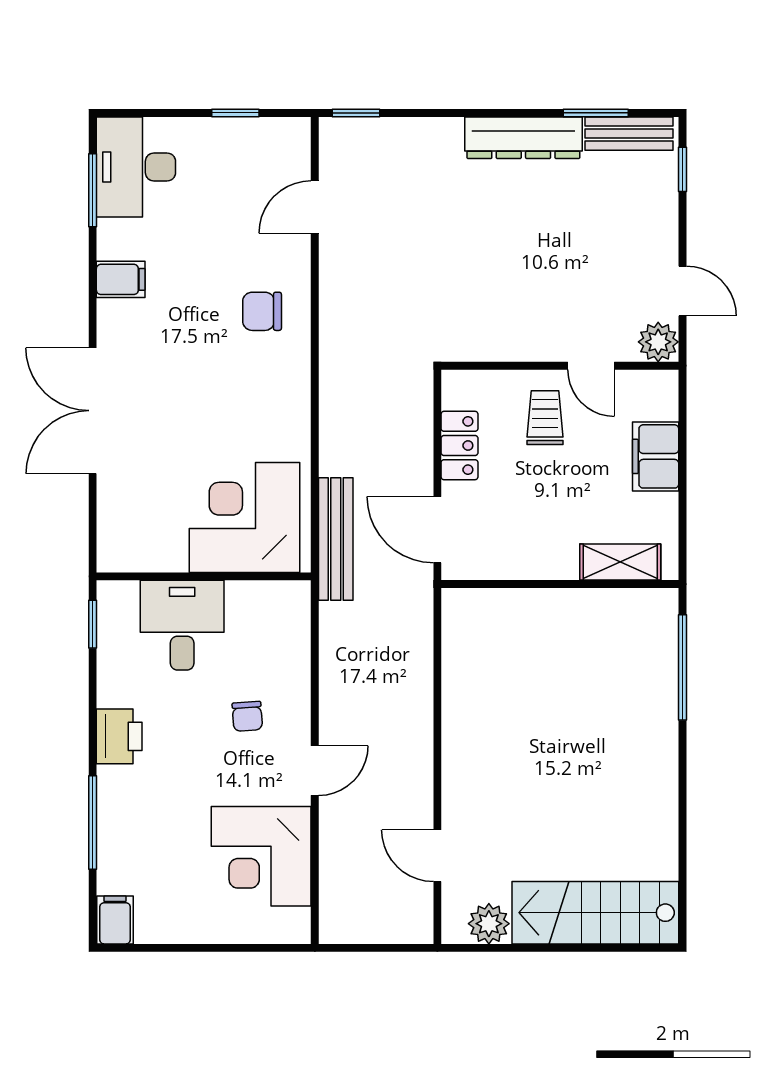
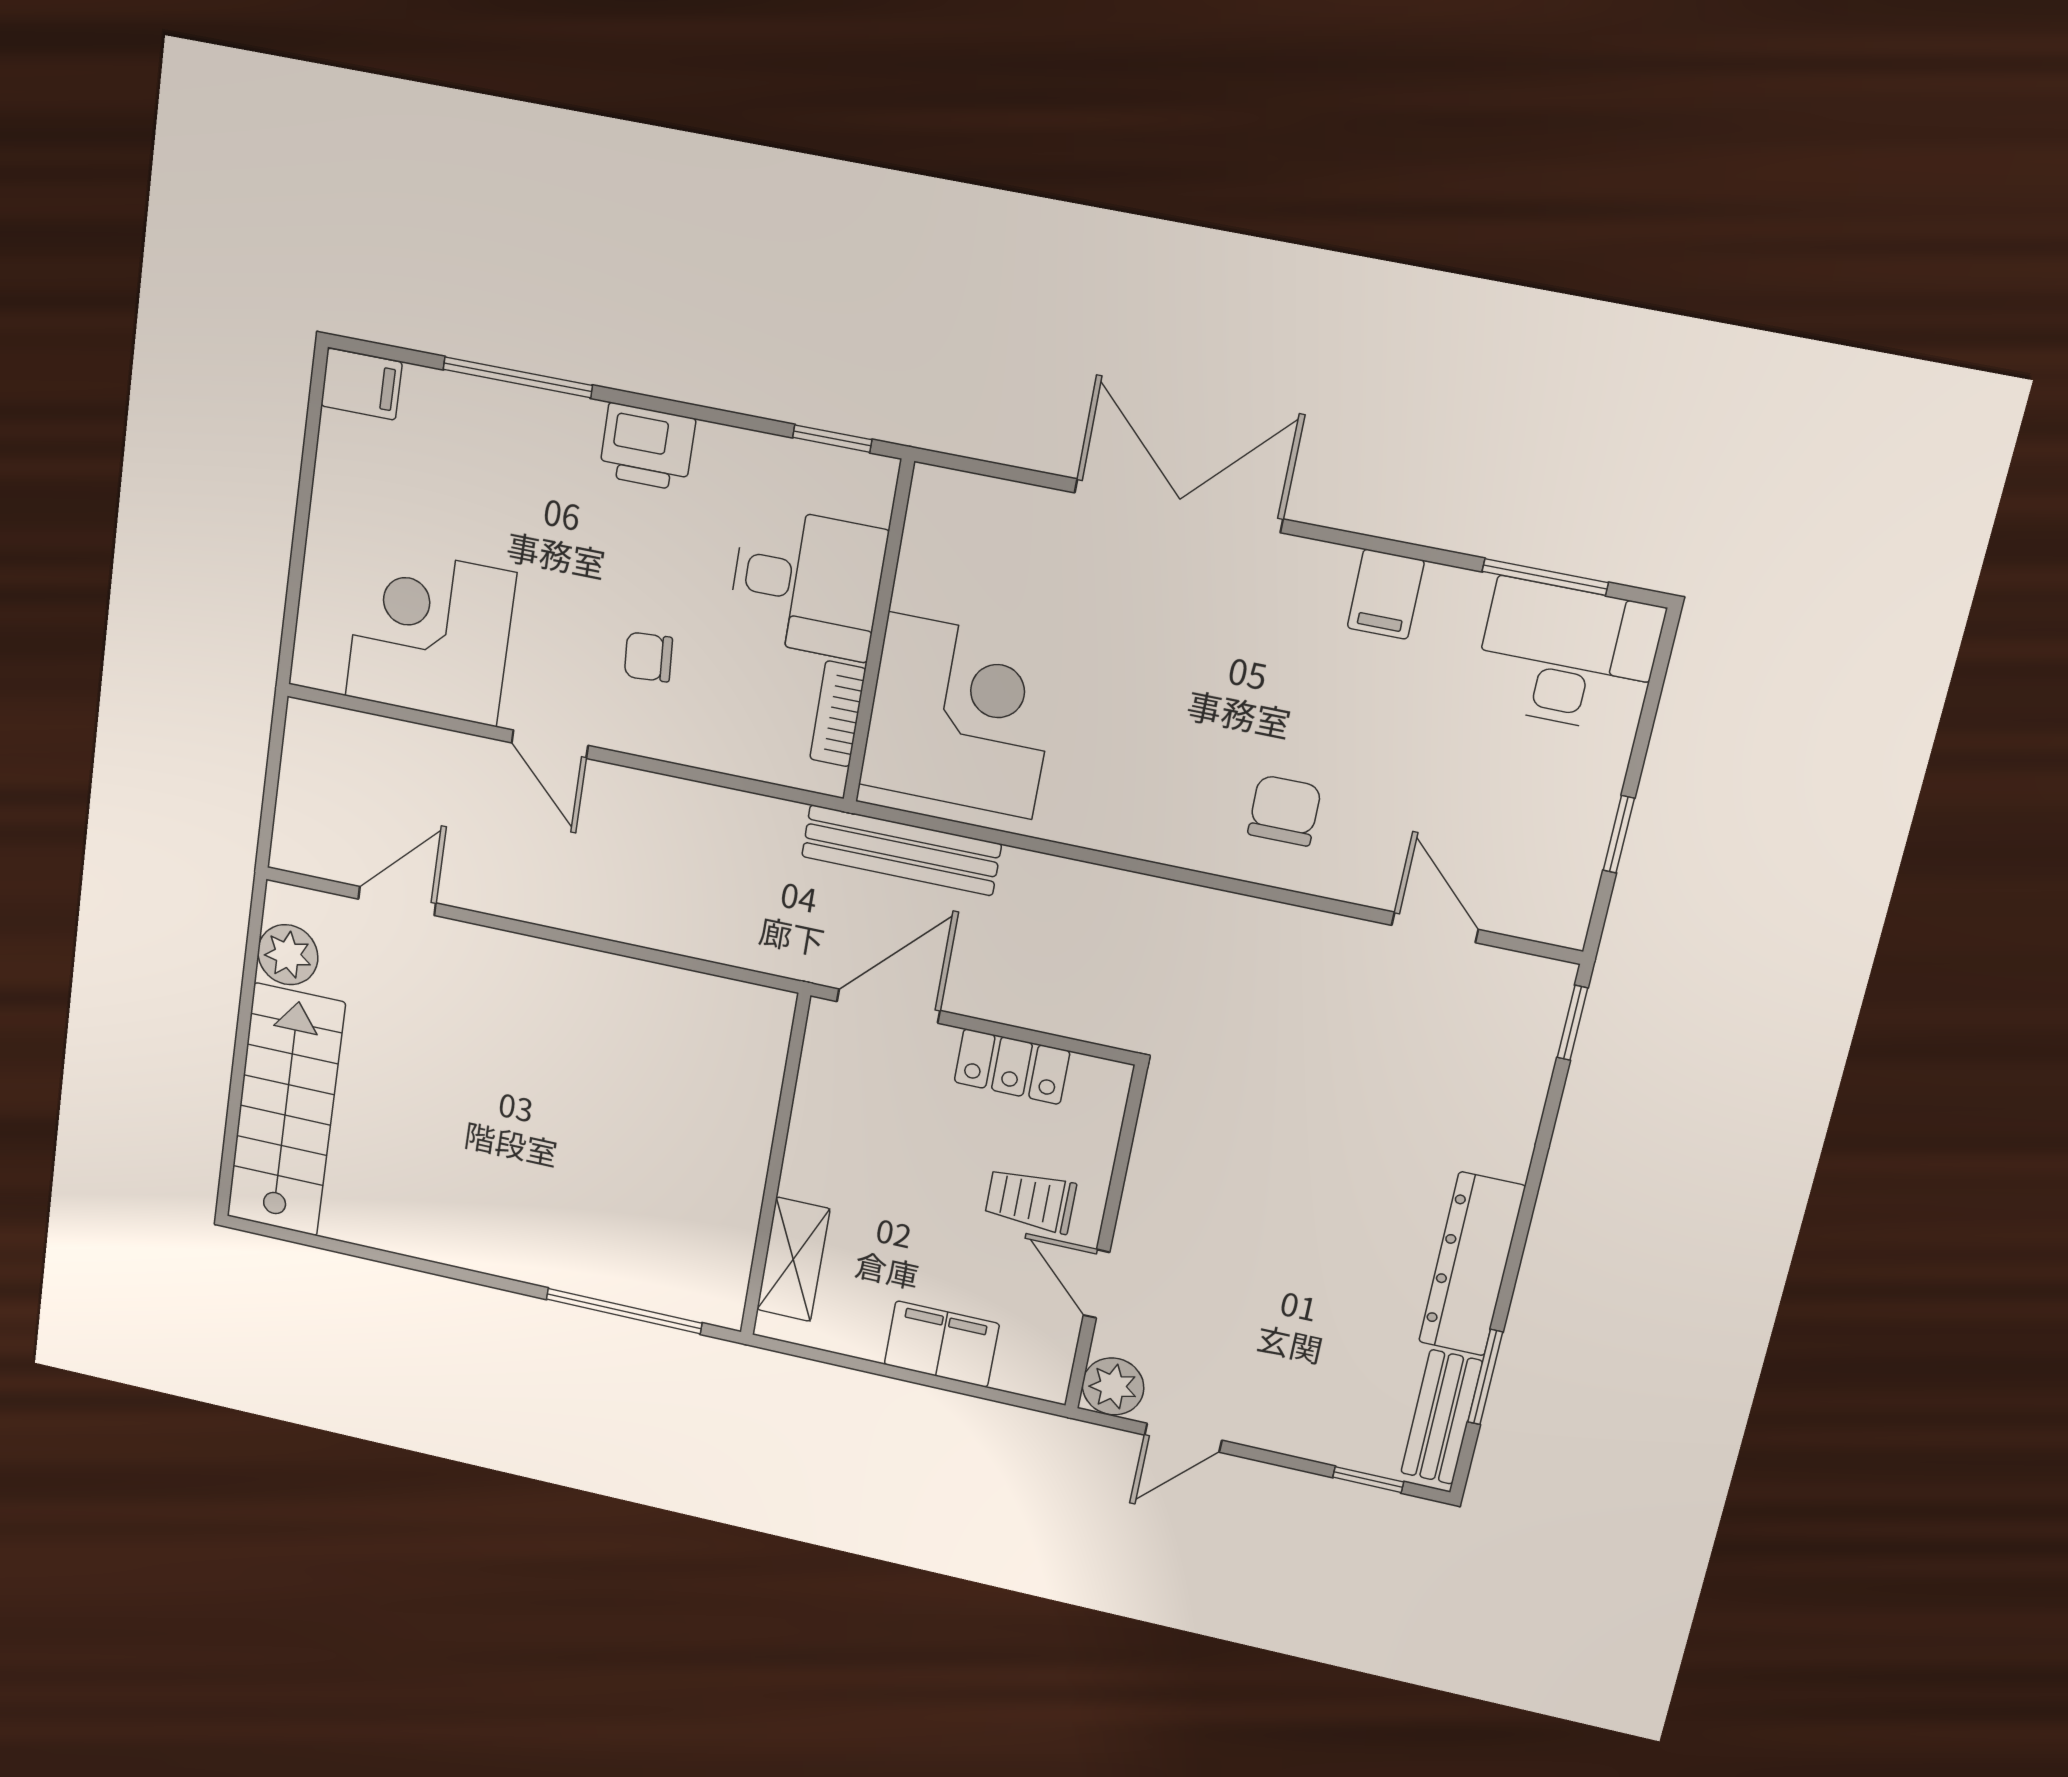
door: (591, 366) -> (1096, 1284), hinge flipped
trolley: (545, 418) -> (1031, 1200), turned 180
bookcase: (259, 593) -> (838, 714), added

